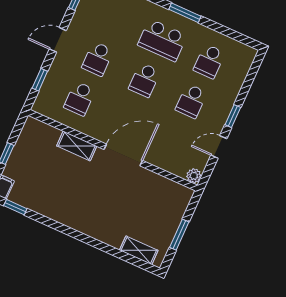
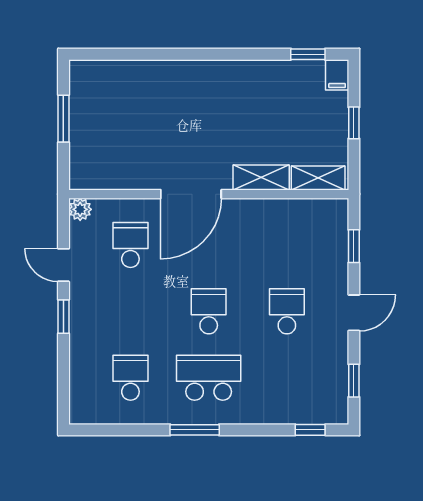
school desk: (80, 99) -> (287, 245), removed
school desk: (191, 101) -> (130, 245), moved
door: (219, 147) -> (63, 265), swing flipped
shelving: (139, 250) -> (318, 178), moved

